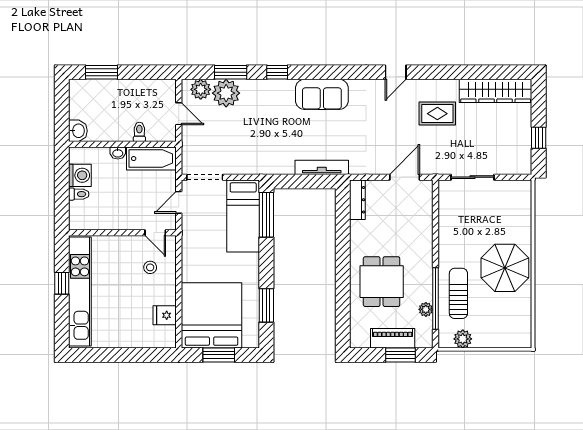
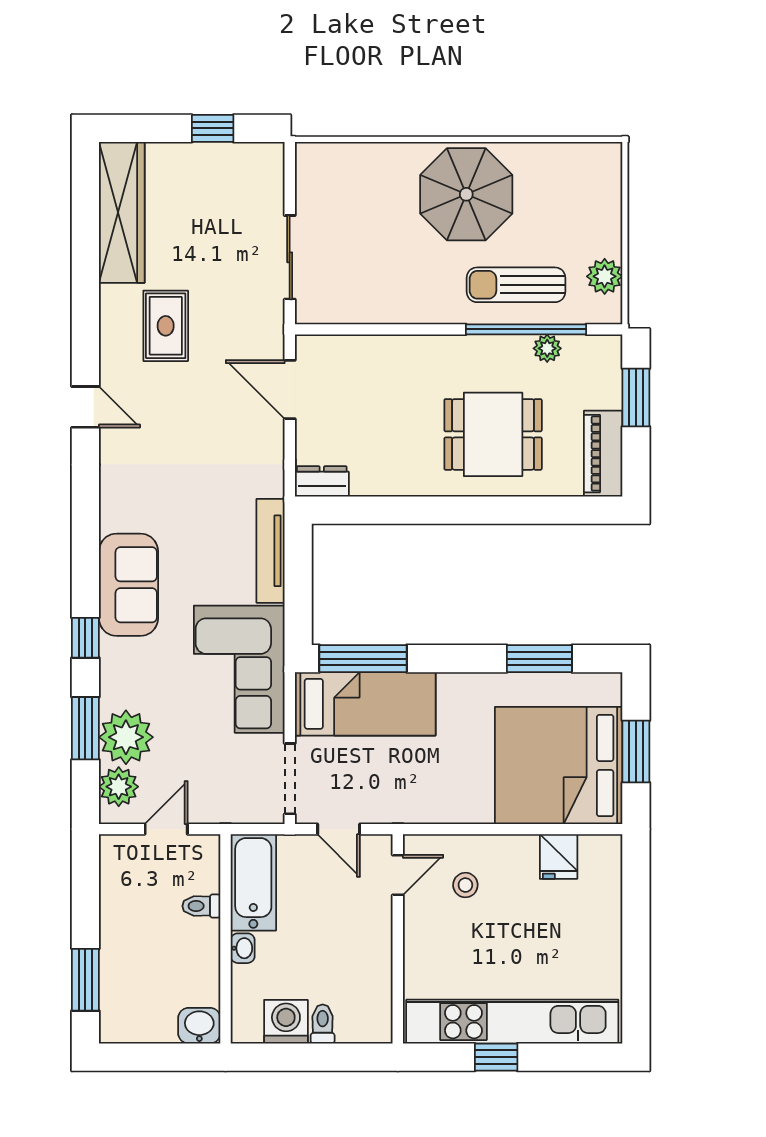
sofa: (322, 94) -> (129, 585), moved
corner sofa: (261, 151) -> (239, 669), added
dresser: (357, 200) -> (322, 481), width x0.70
piano: (393, 338) -> (603, 454), moved

